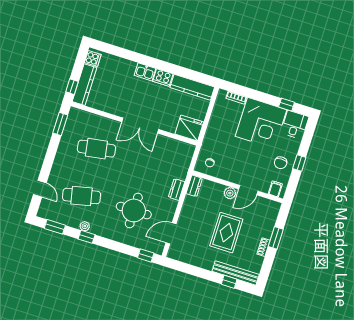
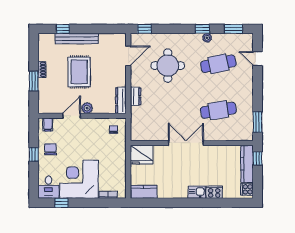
cooker: (163, 78) -> (214, 192), moved
kitchen counter: (192, 87) -> (144, 192), width x0.67
dresser: (194, 186) -> (121, 100), width x1.44
bench: (236, 273) -> (77, 39), moved

